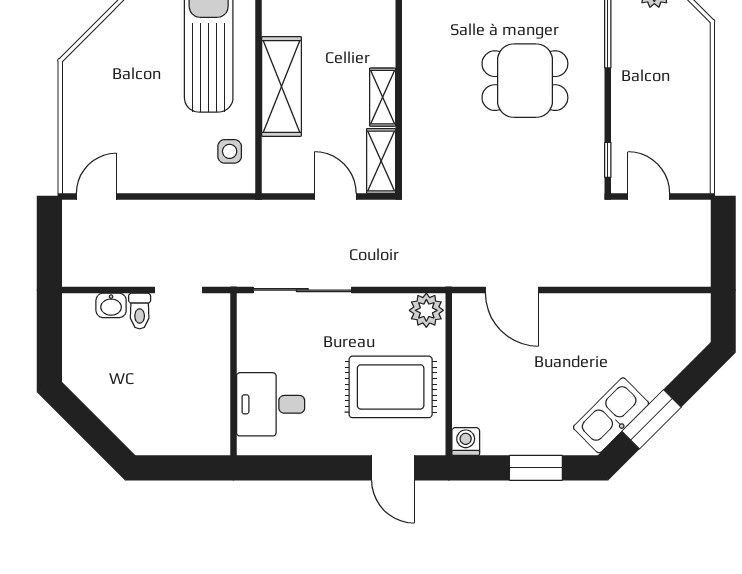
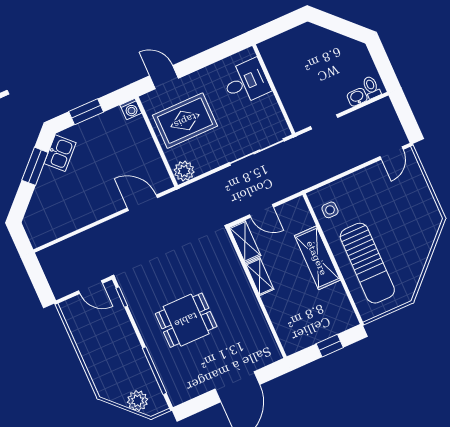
toilet: (140, 311) -> (371, 87), moved
kitchen sink: (611, 415) -> (60, 153), width x0.73

